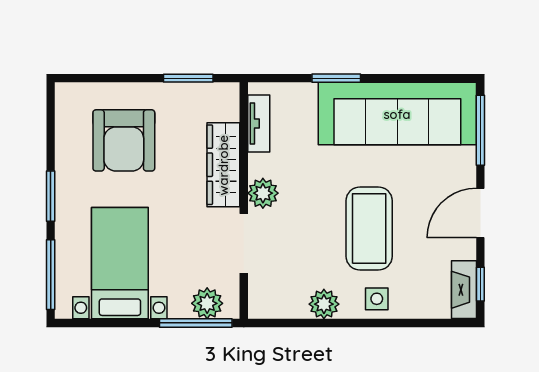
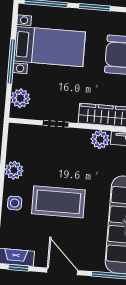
plant: (263, 193) -> (100, 139), moved
doorway: (244, 243) -> (56, 124), width x0.73
window: (196, 323) -> (11, 61), moved

